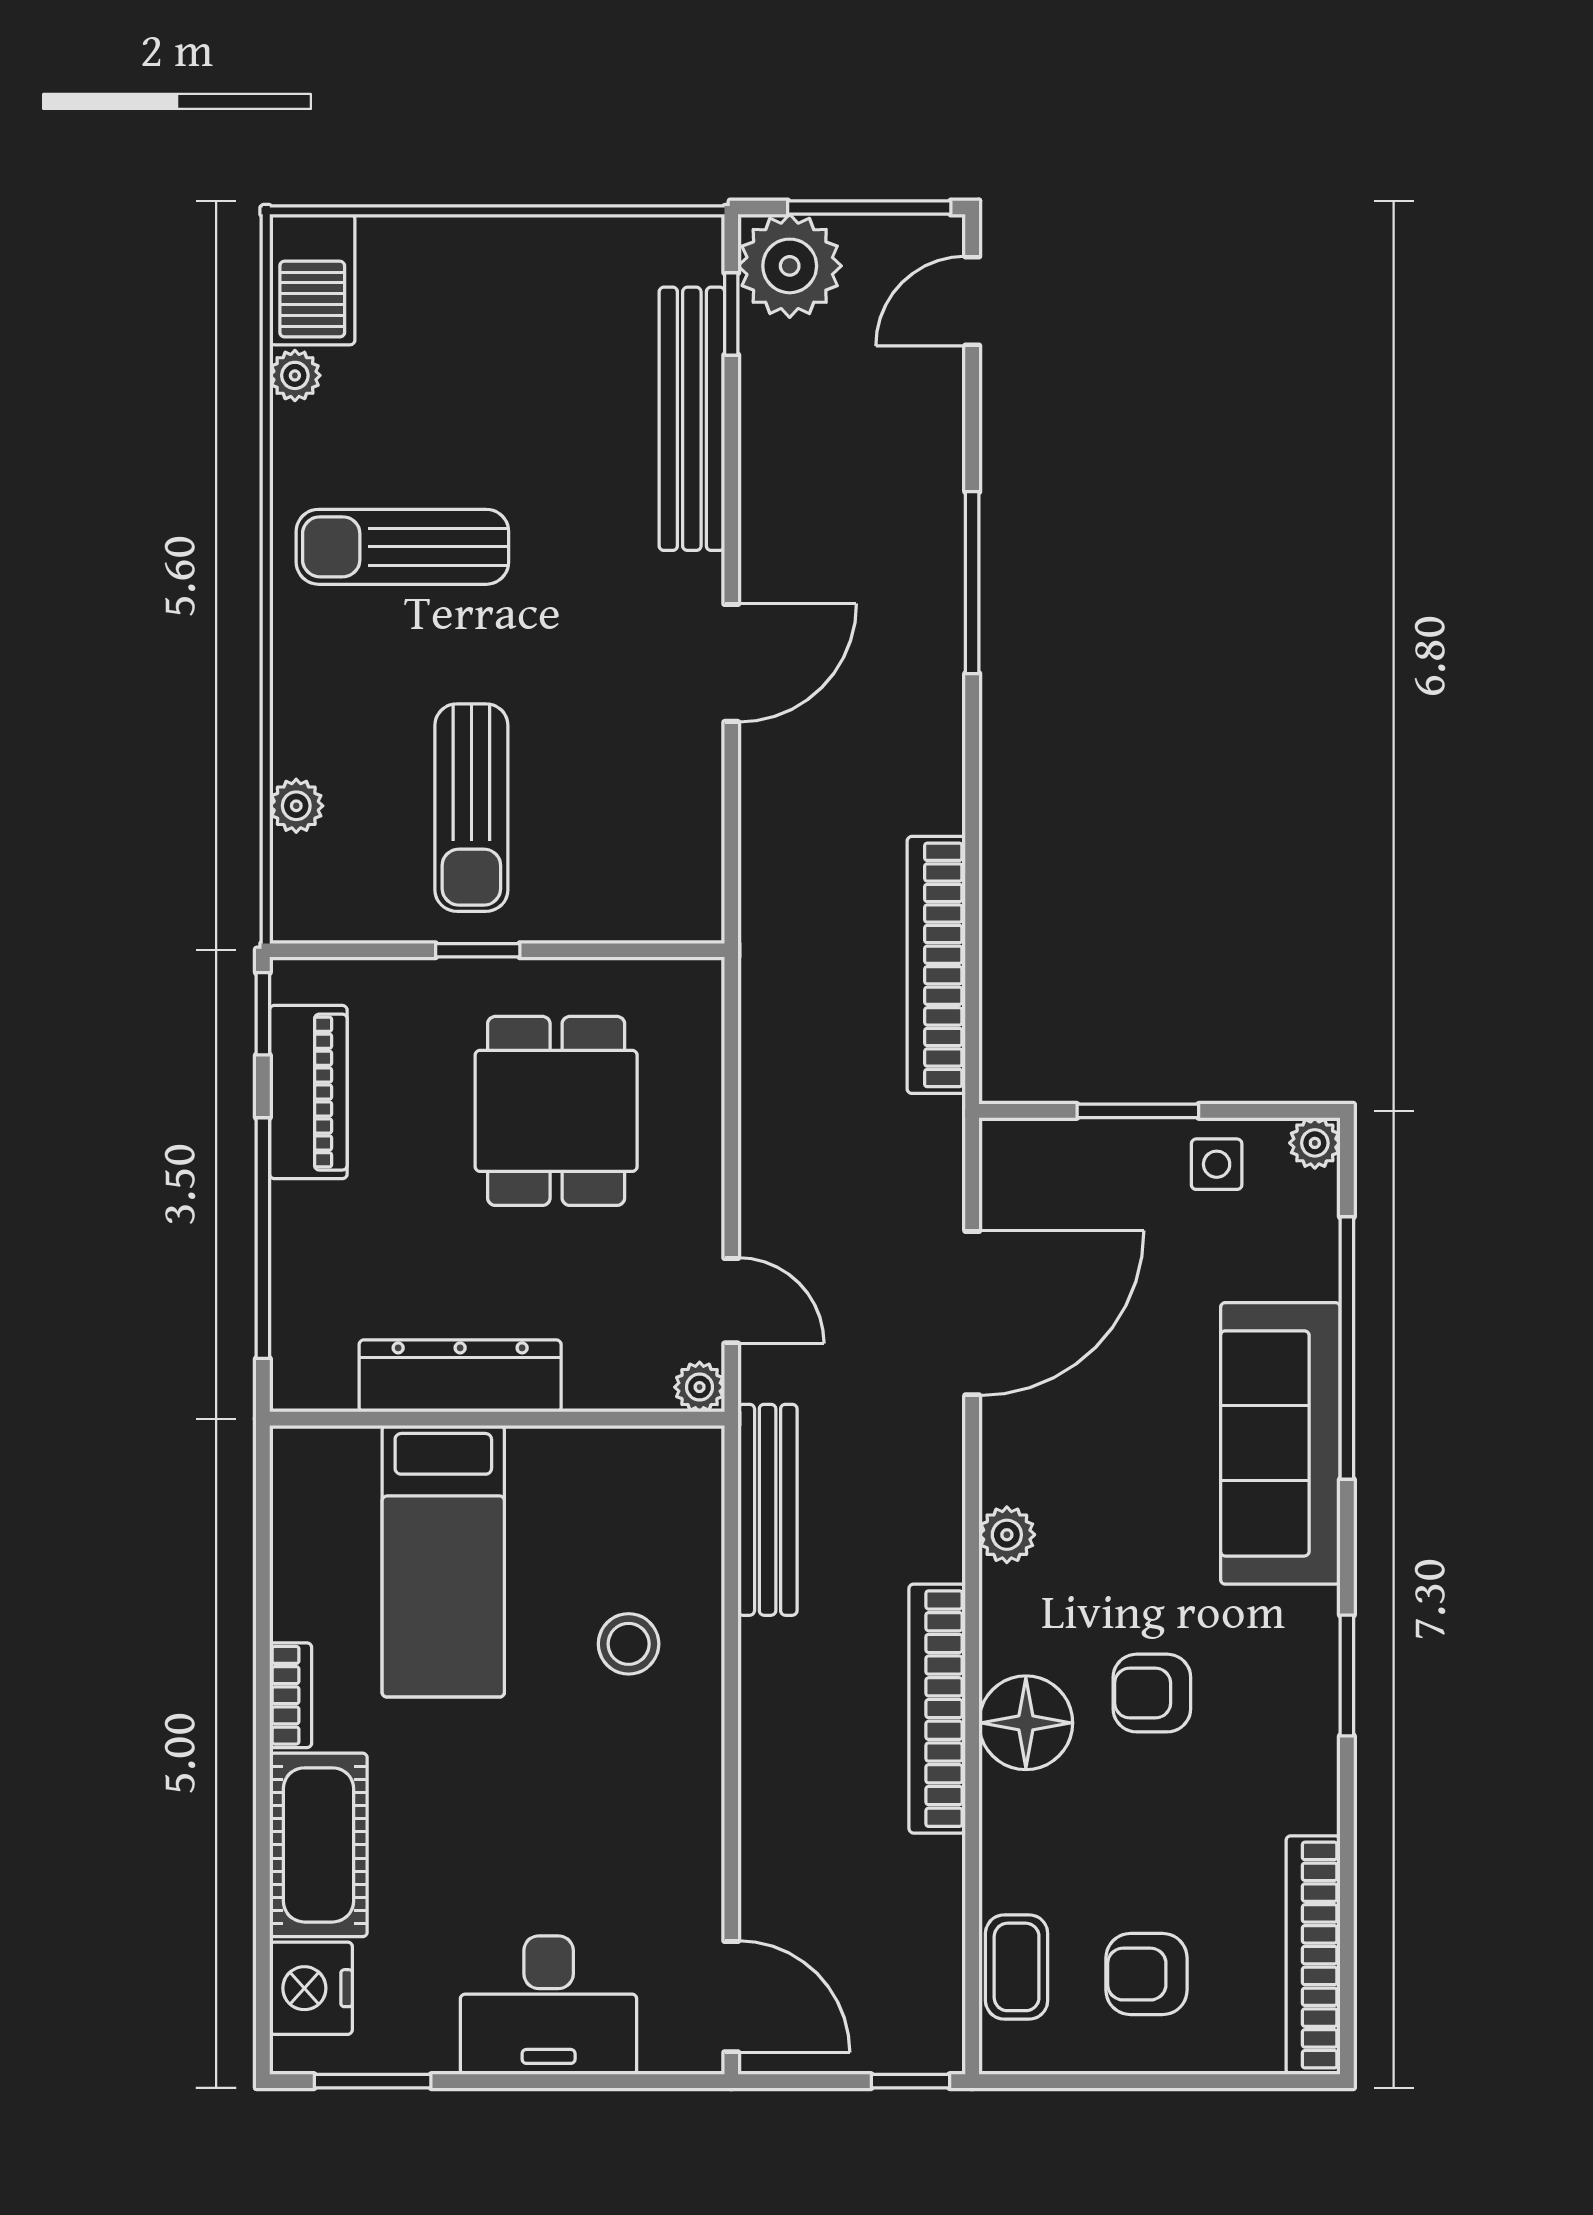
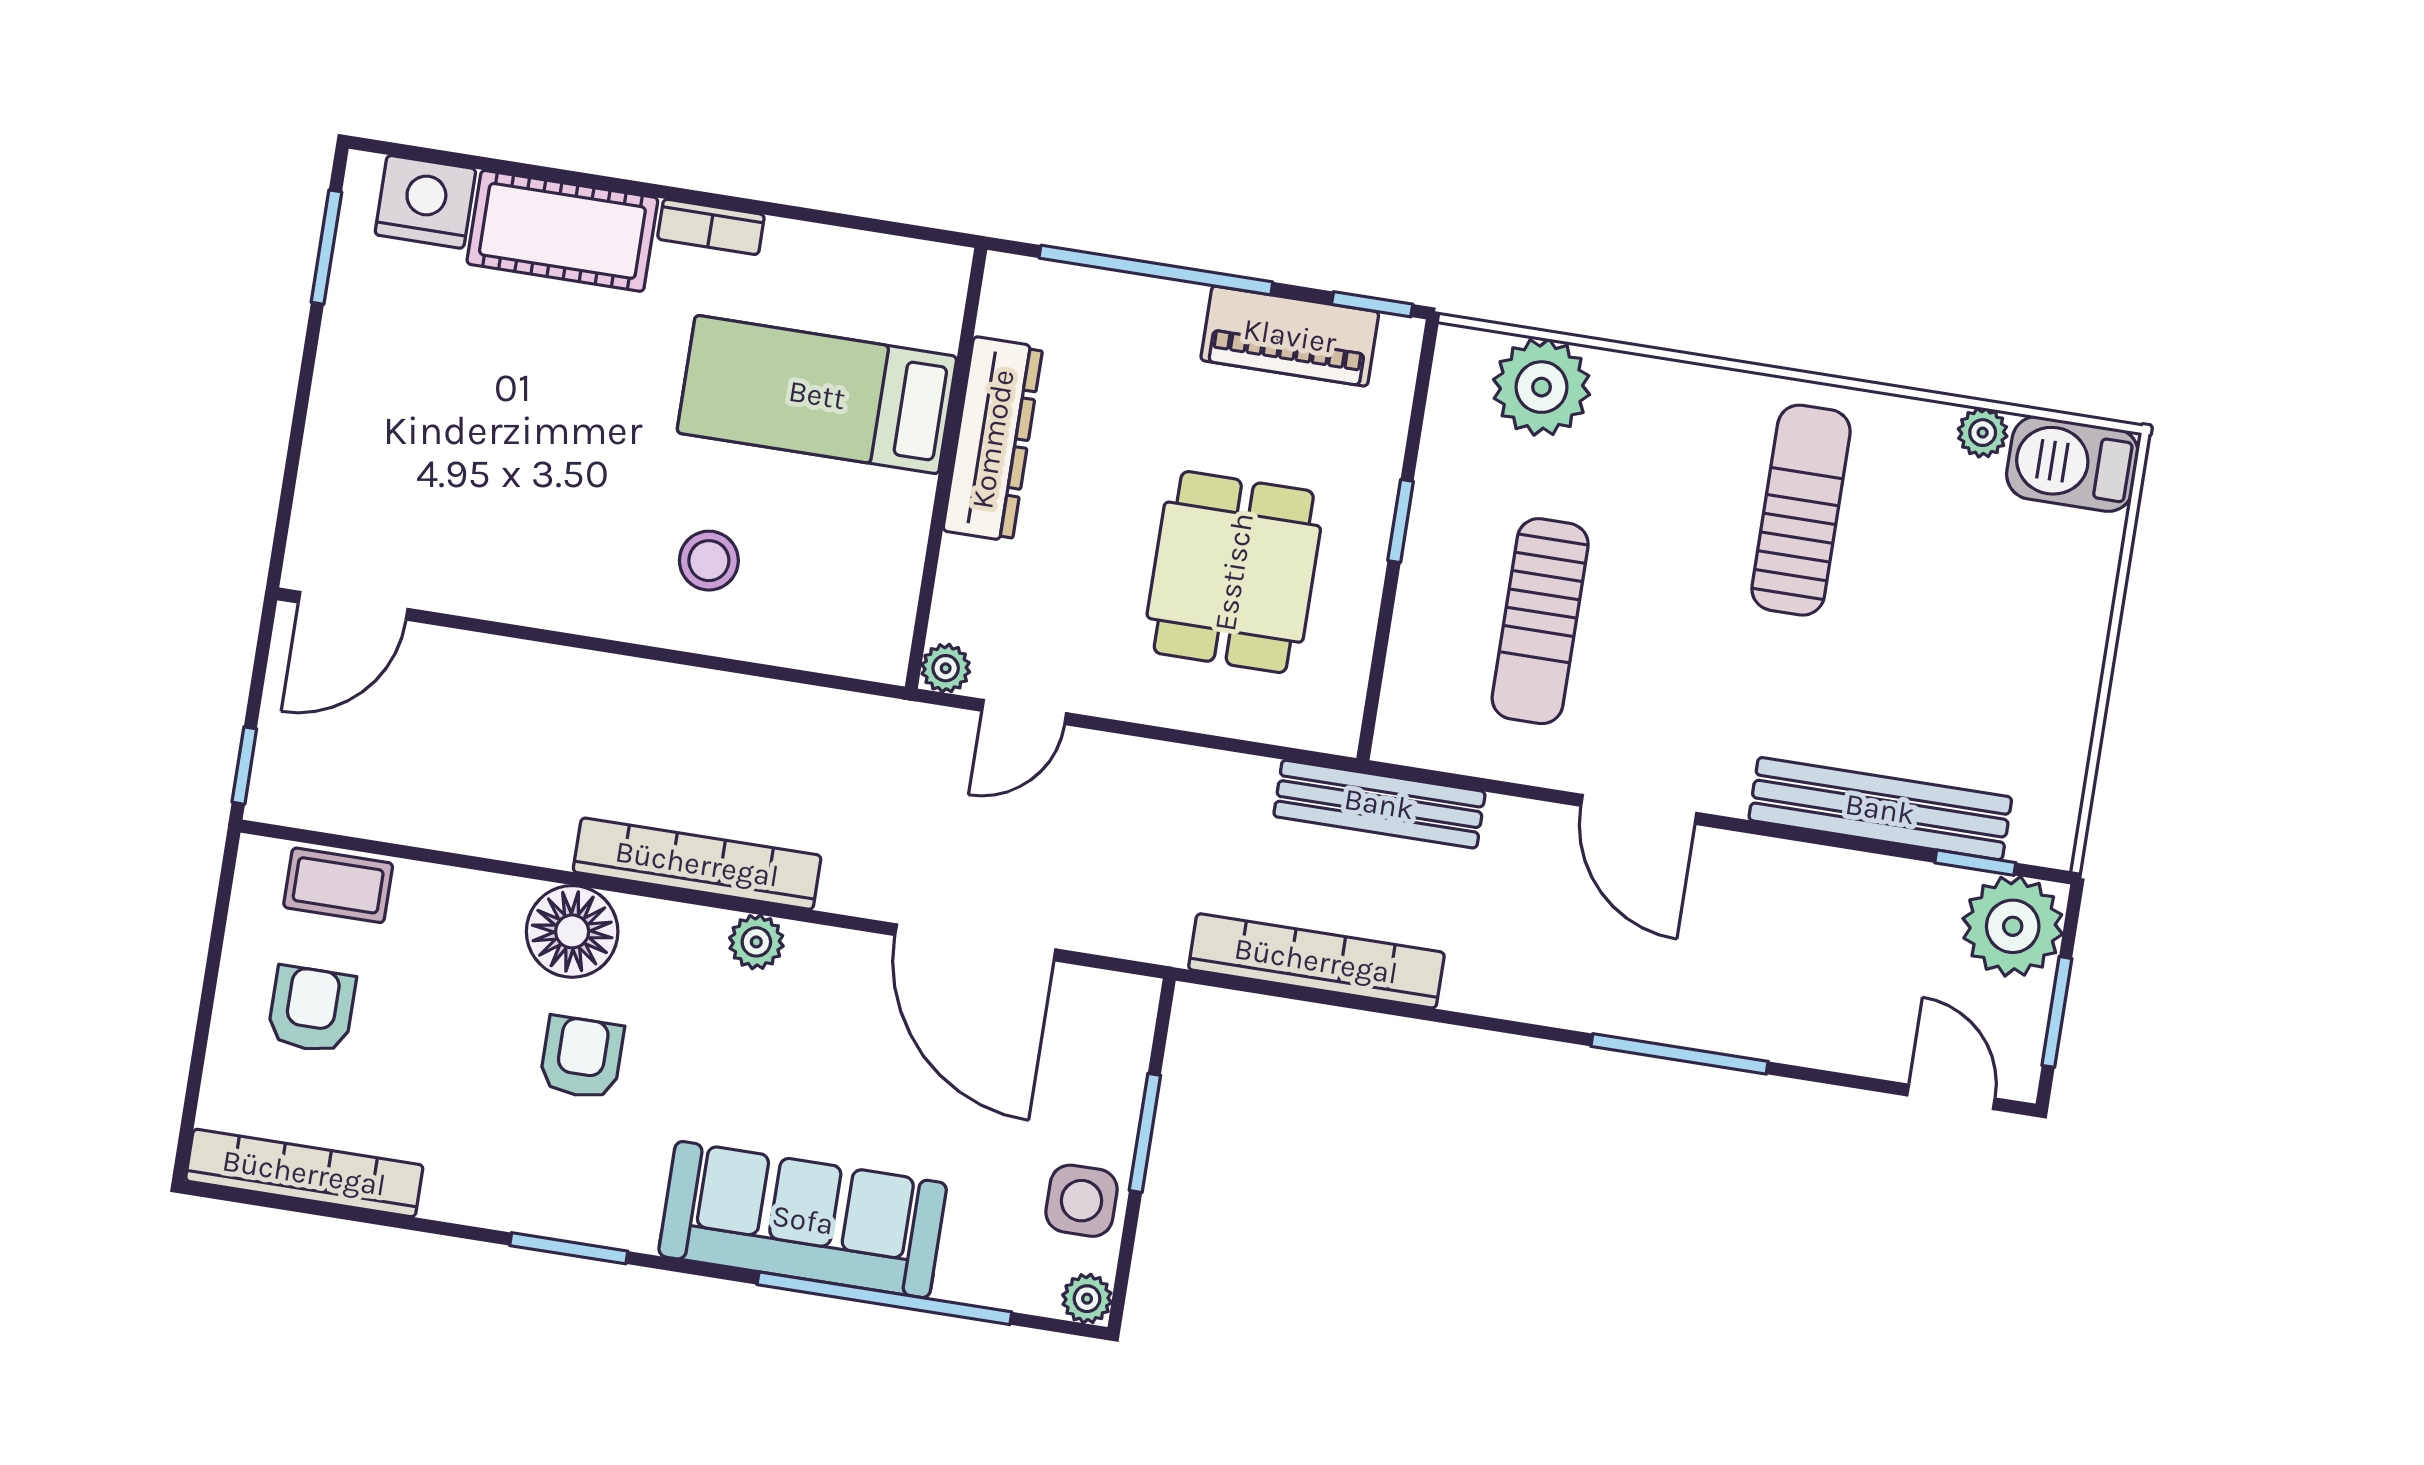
window: (869, 208) -> (2057, 1012), width x0.69
plant: (296, 806) -> (1542, 387), width x1.87, depth x1.87
sun lounger: (471, 808) -> (1540, 621), moved, turned -90
dining table: (556, 1111) -> (1234, 572), turned 90
side table: (1217, 1164) -> (1081, 1201), width x1.37, depth x1.37
bench: (768, 1510) -> (1379, 804), moved
bookcase: (937, 1709) -> (697, 864), moved
desk: (549, 2005) -> (373, 428), removed

